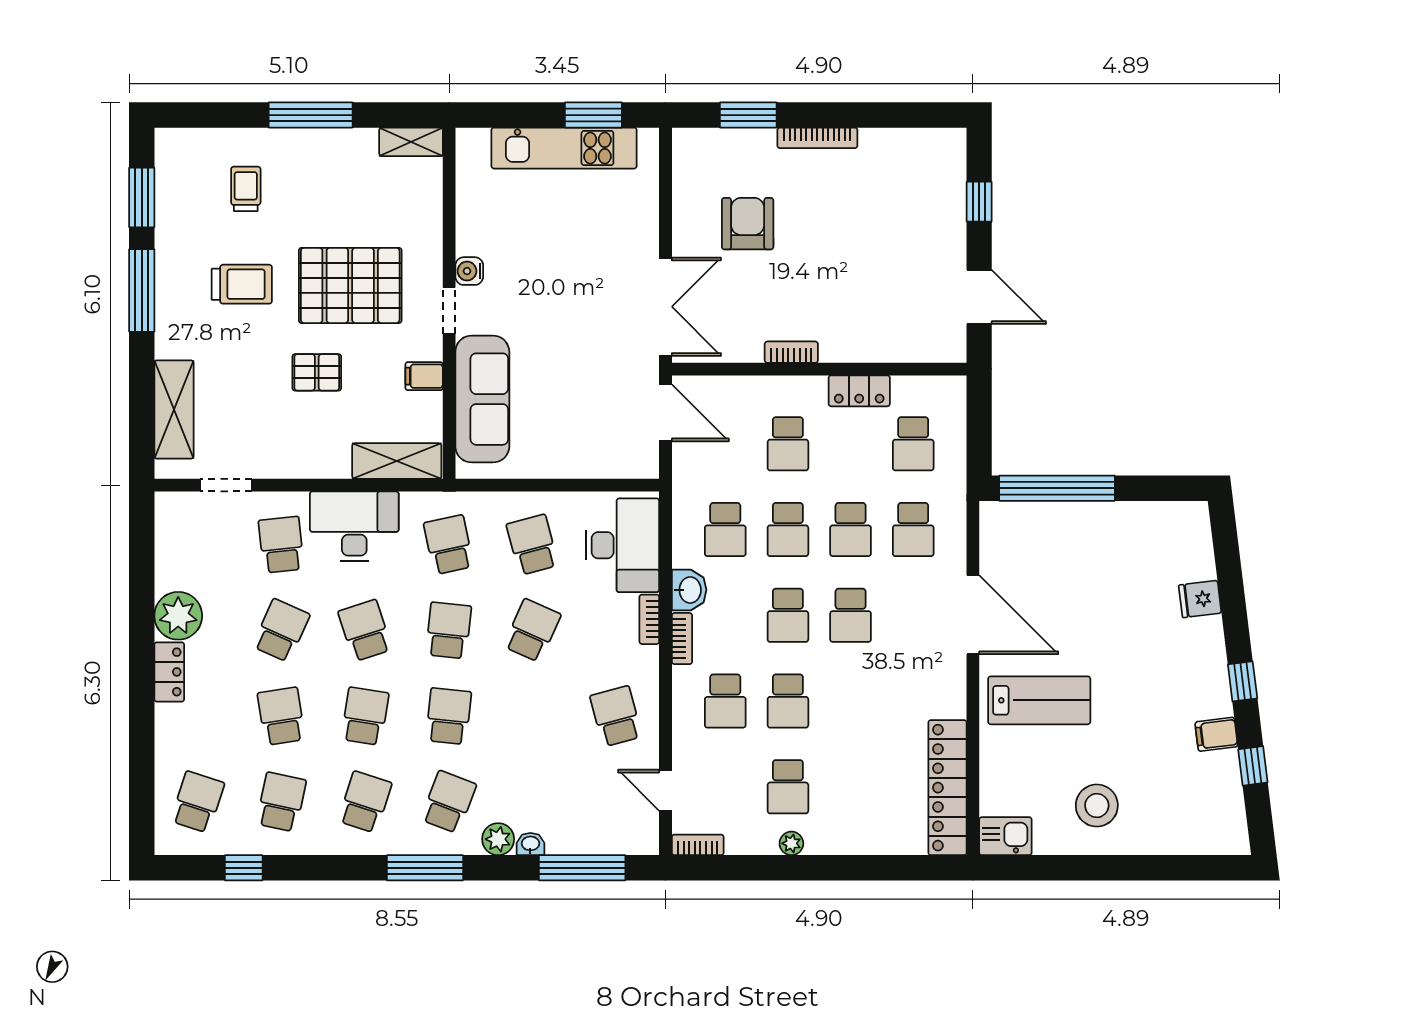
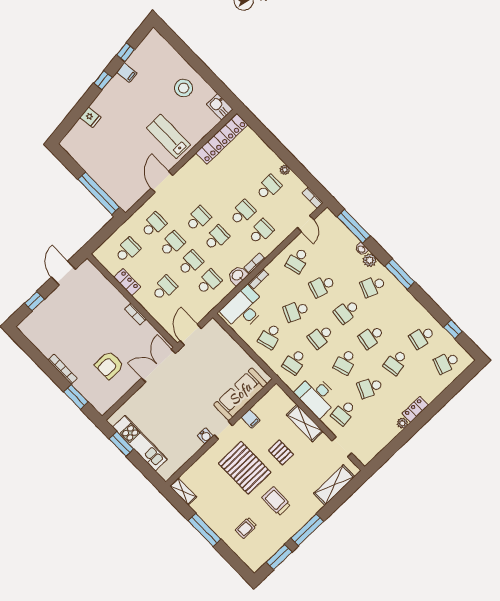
shelving: (397, 461) -> (305, 423), moved
door: (973, 615) -> (162, 182), width x0.73
plant: (178, 616) -> (402, 423), width x0.53, depth x0.53
school desk: (365, 802) -> (322, 286), moved

